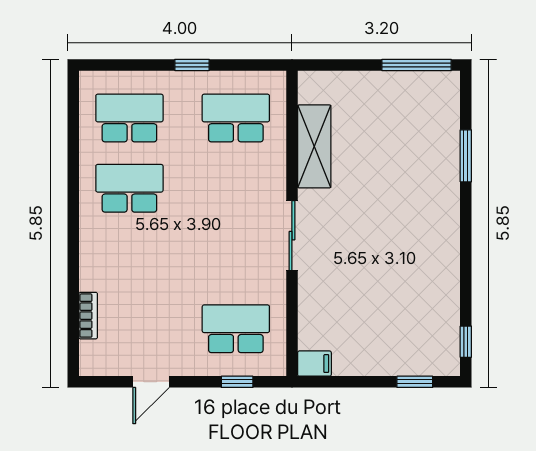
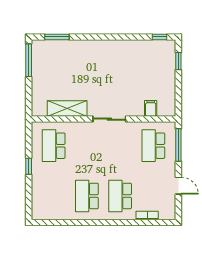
school desk: (129, 118) -> (120, 196), moved
window: (466, 156) -> (57, 37), moved
filing cabinet: (314, 364) -> (151, 108), moved
window: (237, 382) -> (178, 145), width x2.17

